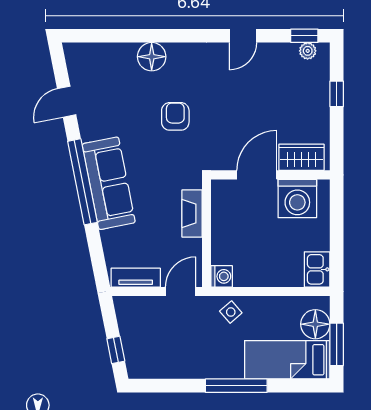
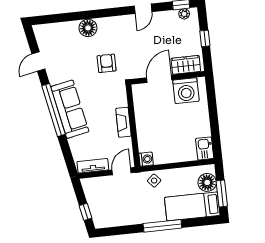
wardrobe: (301, 157) -> (186, 65), moved
door: (257, 175) -> (159, 79), moved
wall: (270, 175) -> (168, 78), moved
washing machine: (297, 199) -> (186, 91), moved

